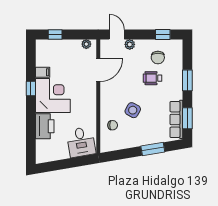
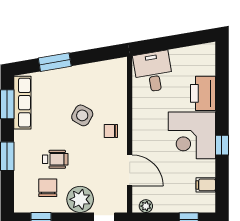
plant: (130, 44) -> (80, 199), width x1.88, depth x1.88
door: (98, 70) -> (130, 170), swing flipped
filing cabinet: (43, 72) -> (206, 185), moved
chair: (113, 125) -> (111, 131), moved

